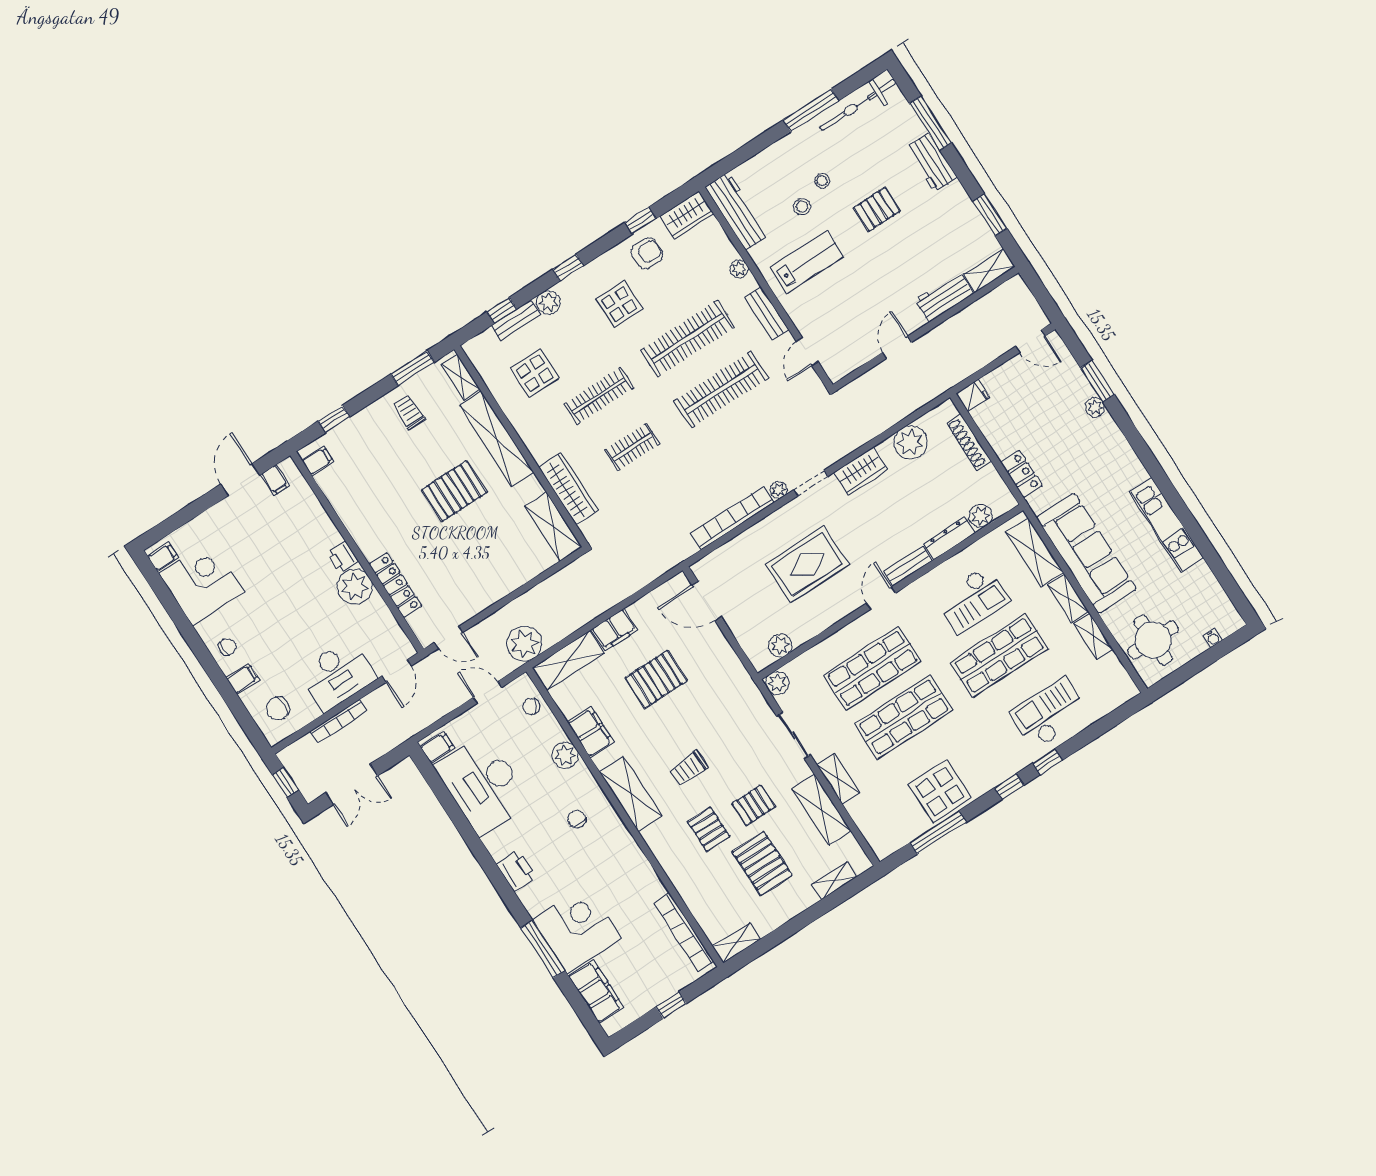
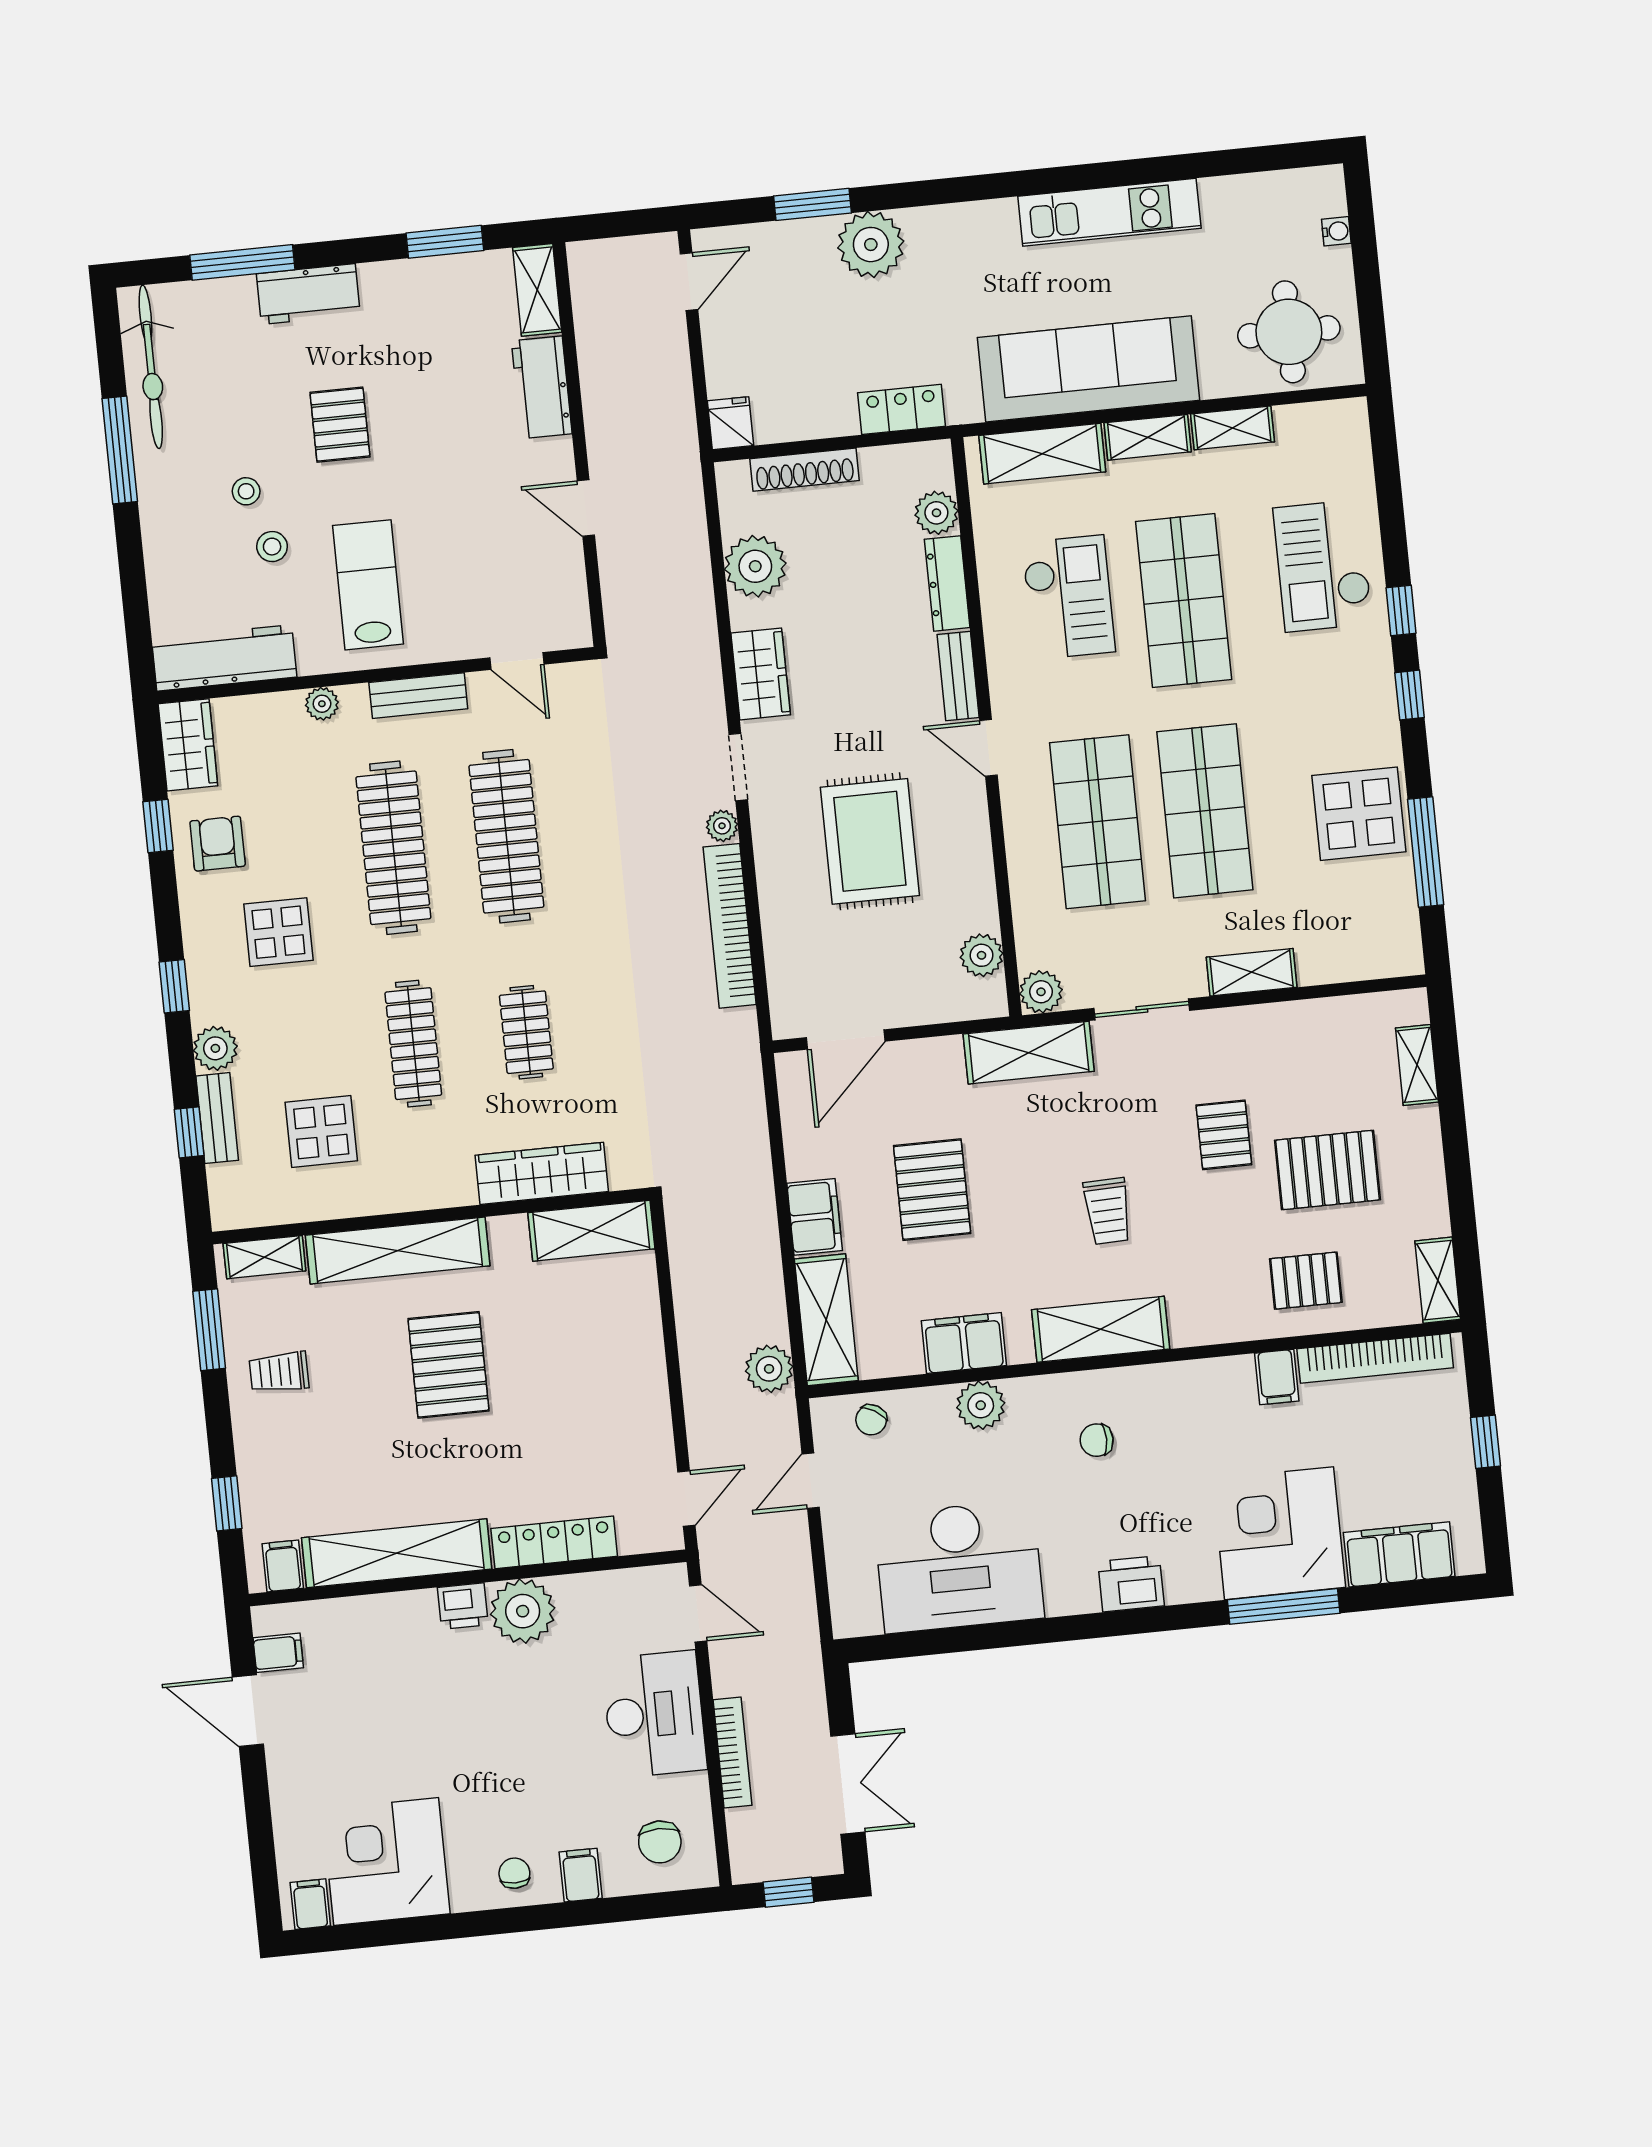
plant: (1095, 407) -> (871, 245), width x1.87, depth x1.87
shelving: (351, 512) -> (397, 1553), added
plant: (524, 644) -> (769, 1369), width x0.73, depth x0.73
filing cabinet: (437, 748) -> (1277, 1377), moved, turned 180
shelving: (822, 810) -> (1029, 1053), moved
pallet: (709, 829) -> (1306, 1281), moved

